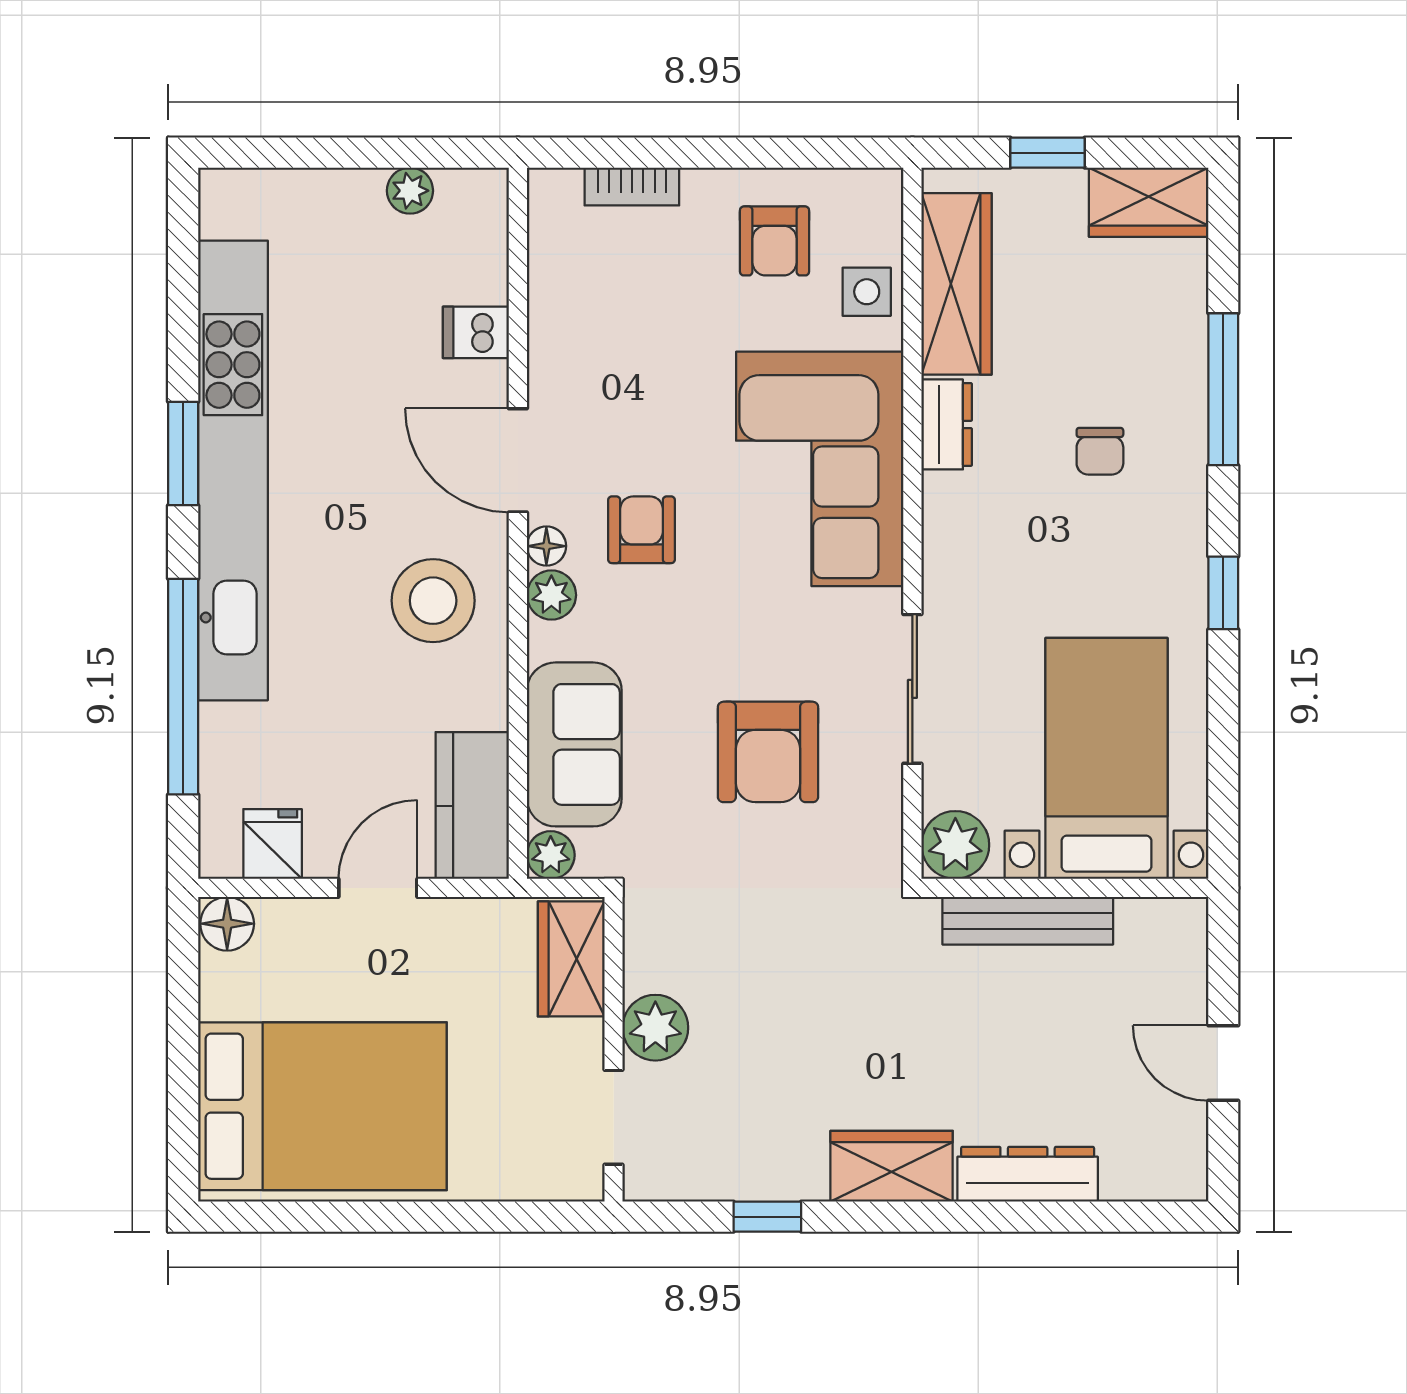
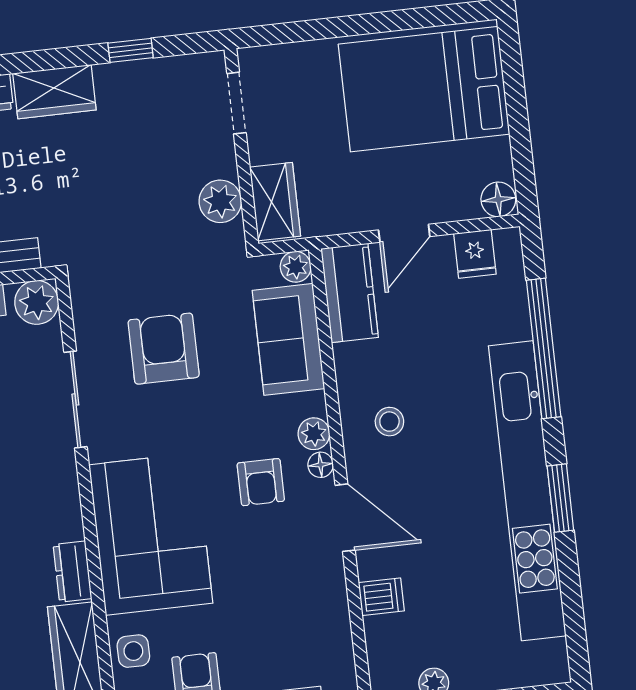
stool: (433, 601) -> (389, 422), width x0.53, depth x0.53
plant: (655, 1028) -> (220, 201), moved

